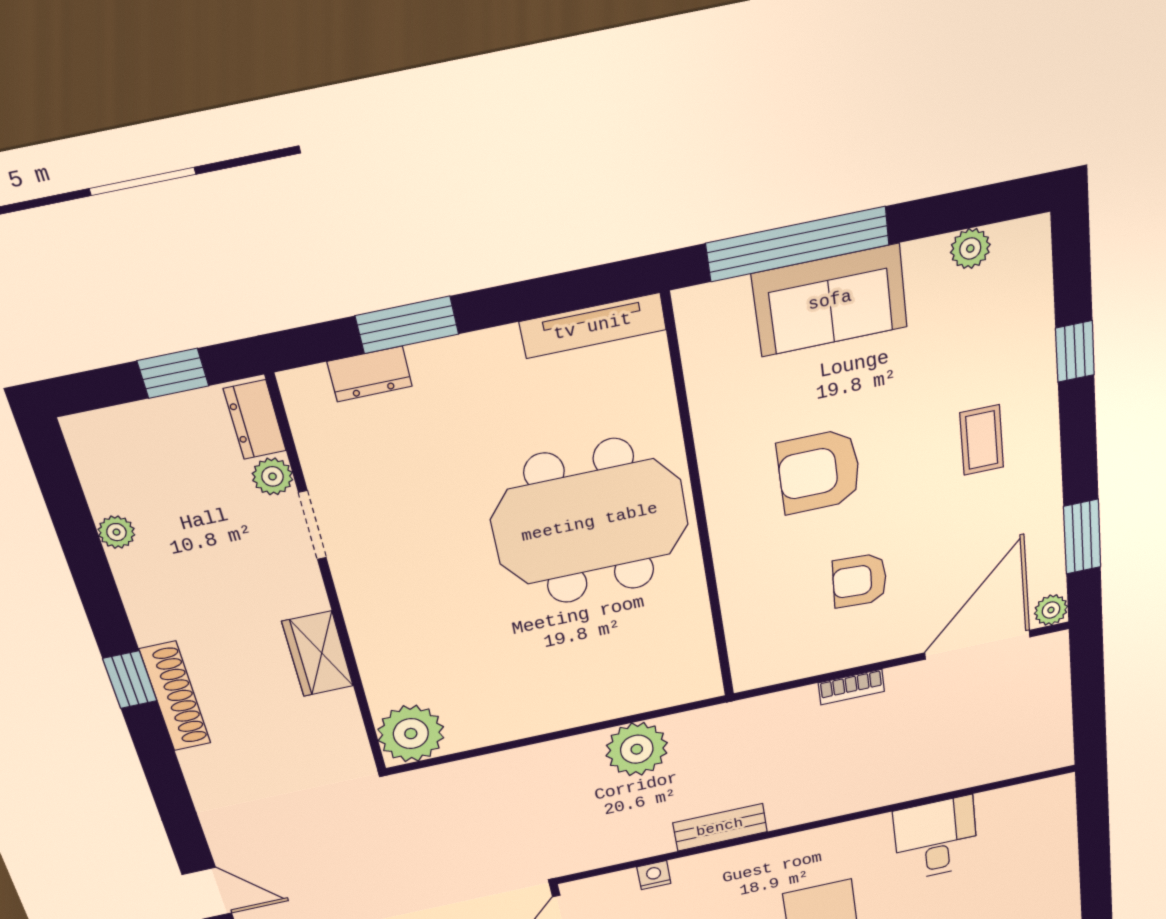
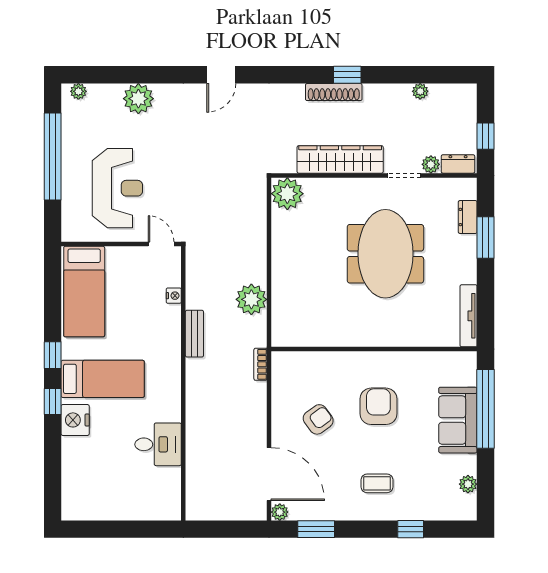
meeting table: (590, 522) -> (385, 254), moved
armchair: (860, 580) -> (318, 419), turned 51
wardrobe: (318, 654) -> (340, 159), width x2.10, depth x1.17
bookcase: (851, 687) -> (260, 364), moved

